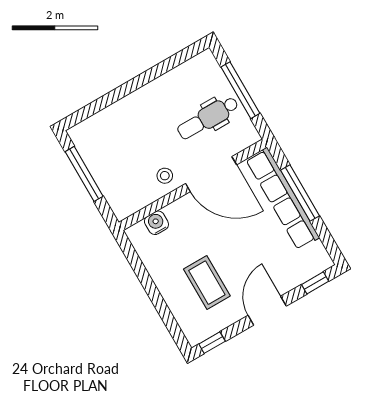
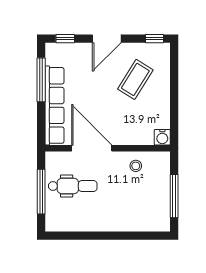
stool: (165, 176) -> (136, 166), moved
window: (300, 193) -> (41, 80), moved
water cooler: (156, 223) -> (162, 137), moved
coffee table: (207, 283) -> (135, 79), turned 32

